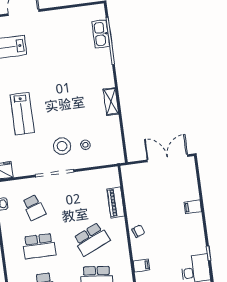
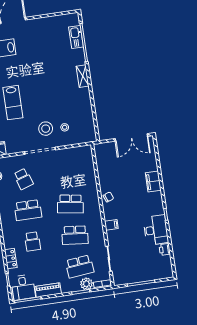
shelving: (111, 102) -> (83, 76), moved
double door: (167, 158) -> (131, 137), swing flipped
piano: (116, 203) -> (90, 174), removed
filing cabinet: (193, 207) -> (153, 182), width x2.00
school desk: (91, 239) -> (70, 204), turned 33

